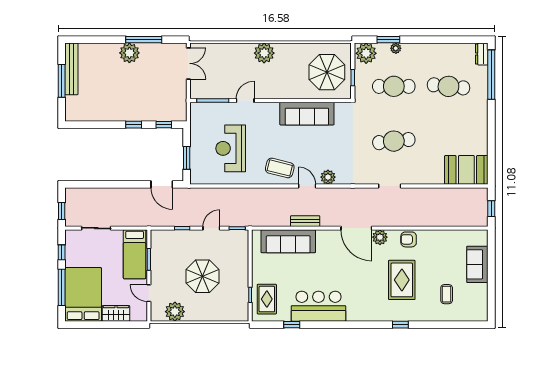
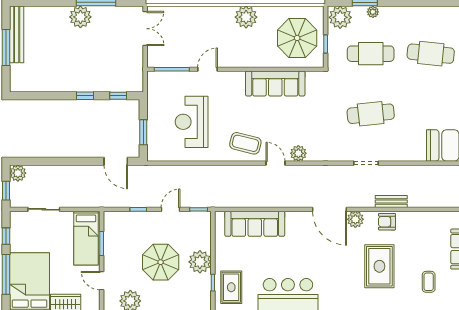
plant: (264, 53) -> (246, 17), moved
plant: (72, 195) -> (18, 173), added
bench: (305, 221) -> (391, 202), moved
plant: (238, 276) -> (200, 262), added

